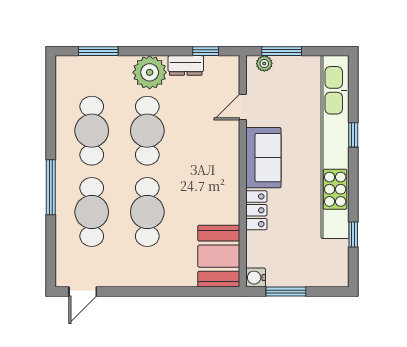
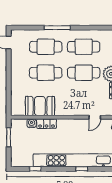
door: (243, 107) -> (95, 117), swing flipped
sofa: (263, 158) -> (71, 127), removed
booth: (219, 256) -> (40, 106), moved
water cooler: (256, 278) -> (32, 123), moved

